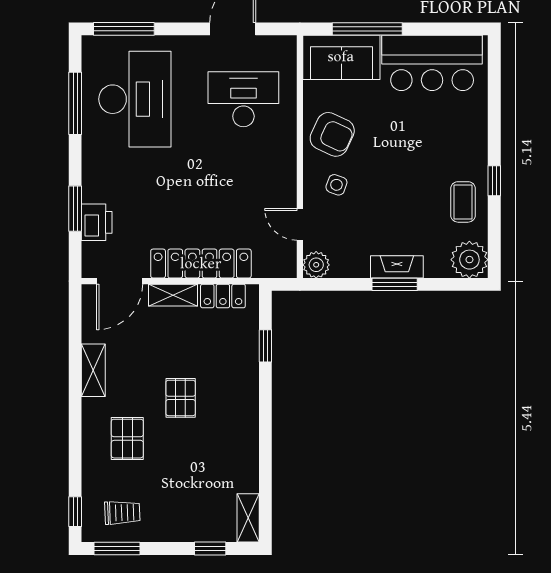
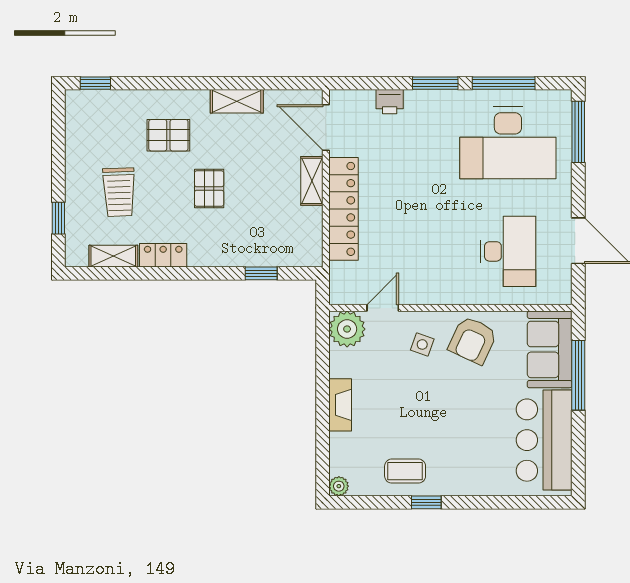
window: (75, 209) -> (435, 83), moved
printer: (97, 222) -> (390, 102), width x0.73, depth x0.81
plant: (469, 260) -> (339, 486), width x0.53, depth x0.53
plant: (316, 265) -> (347, 329), width x1.36, depth x1.36
window: (395, 284) -> (323, 403), removed
locker: (223, 296) -> (163, 255), moved, turned 90
pallet: (181, 398) -> (209, 189), turned 90
trolley: (122, 513) -> (119, 192), moved, width x1.36, depth x1.39
shelving: (248, 518) -> (113, 256), moved
window: (117, 549) -> (58, 125), removed

